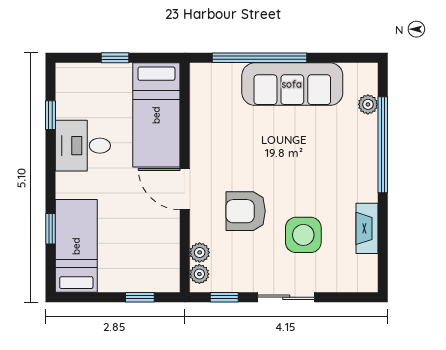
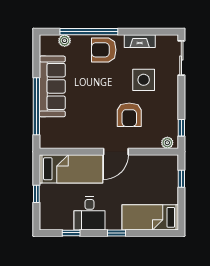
armchair: (353, 169) -> (104, 50), added
window: (50, 229) -> (116, 233), moved
plant: (200, 252) -> (154, 143), removed
sliding door: (286, 297) -> (181, 58), moved

